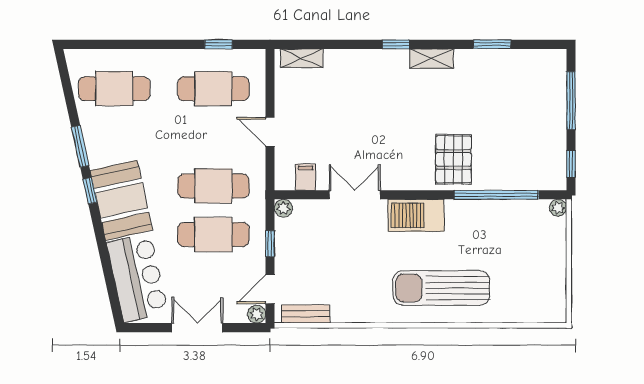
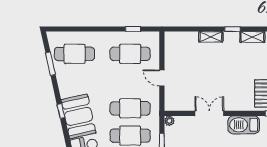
shelving: (302, 58) -> (211, 37), moved
window: (80, 146) -> (50, 64), moved
filing cabinet: (305, 177) -> (182, 103), removed

